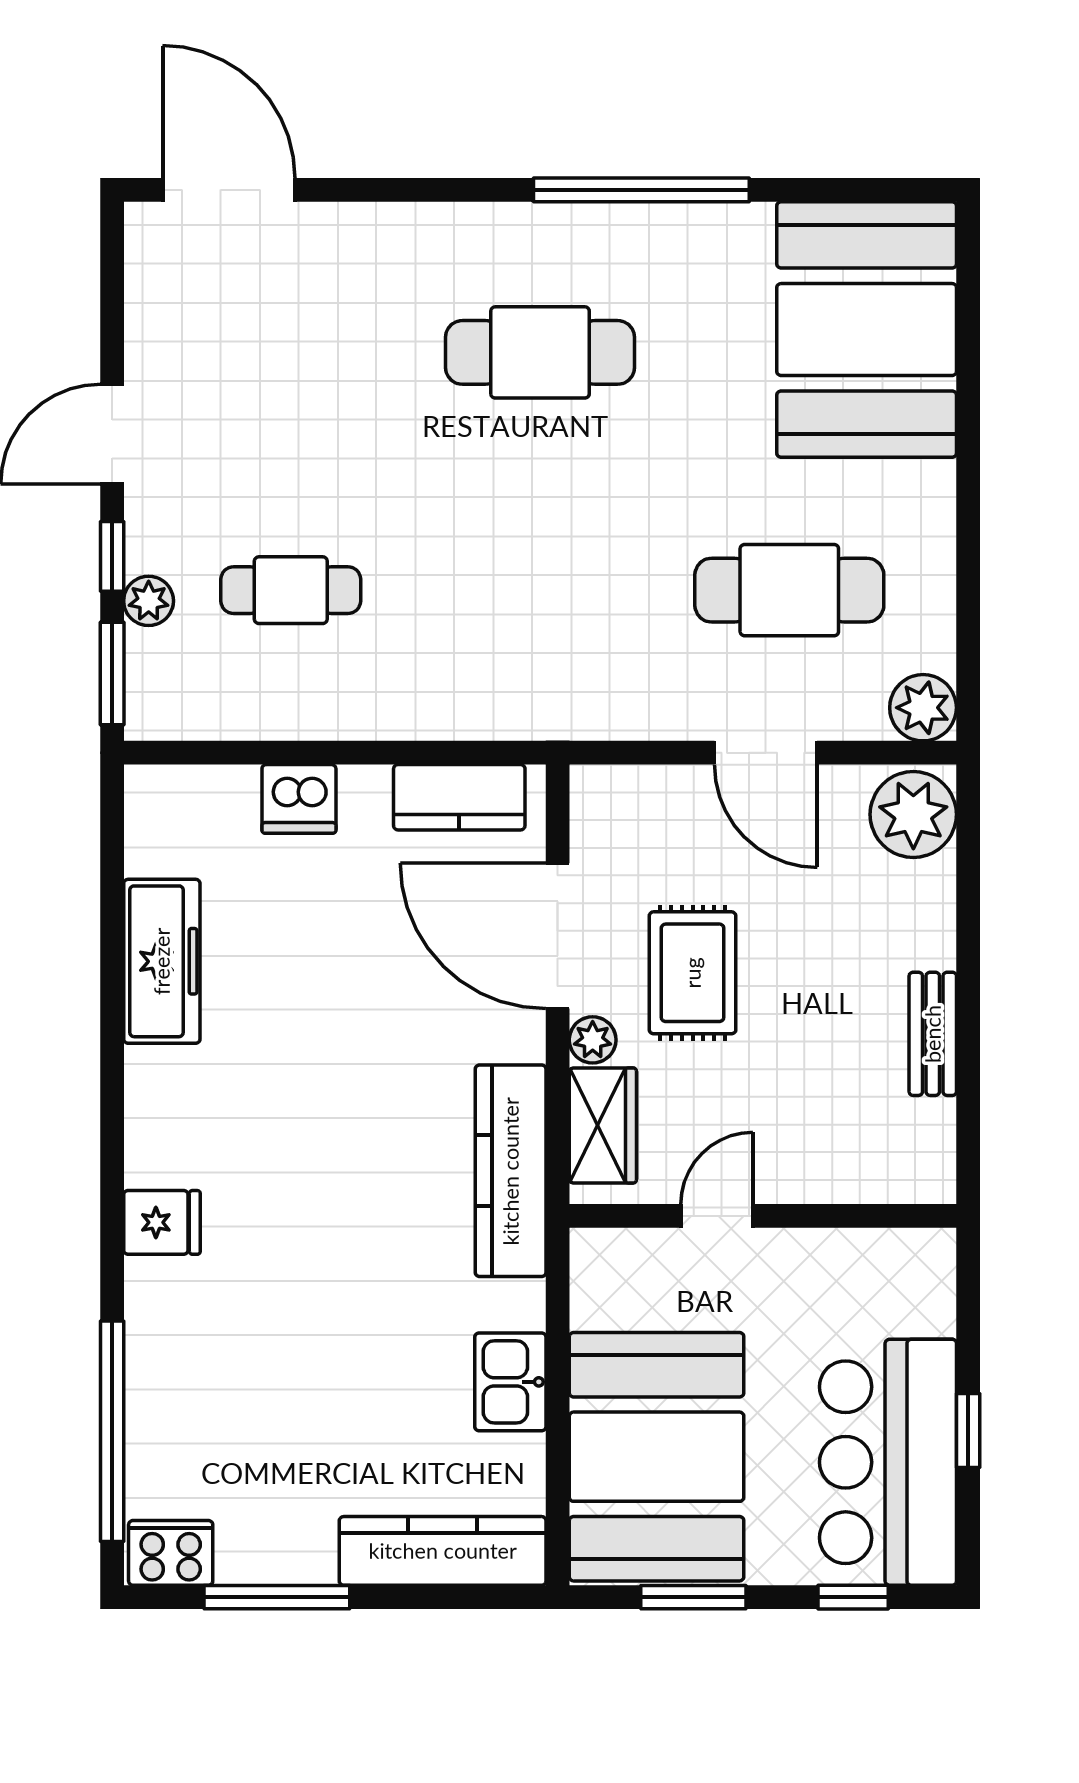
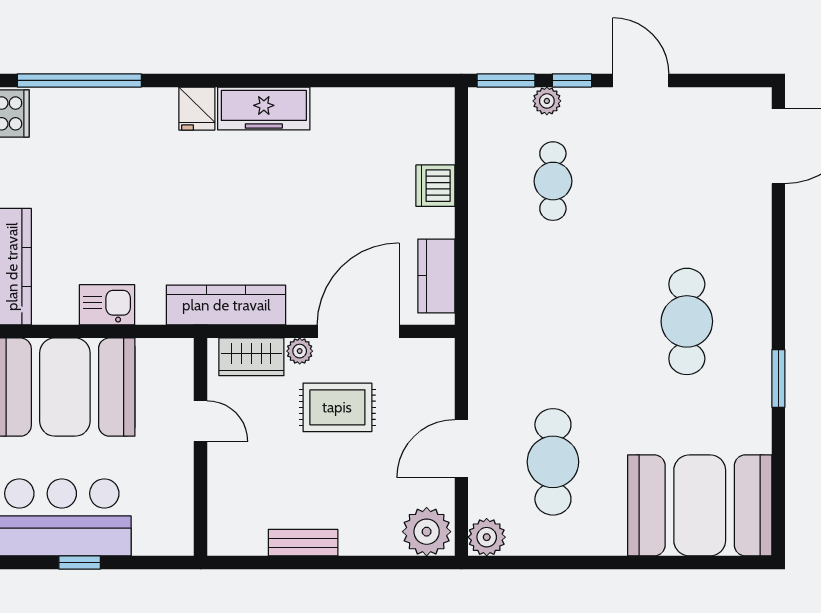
window: (641, 190) -> (778, 379), width x0.47
freezer: (162, 961) -> (264, 108), moved

